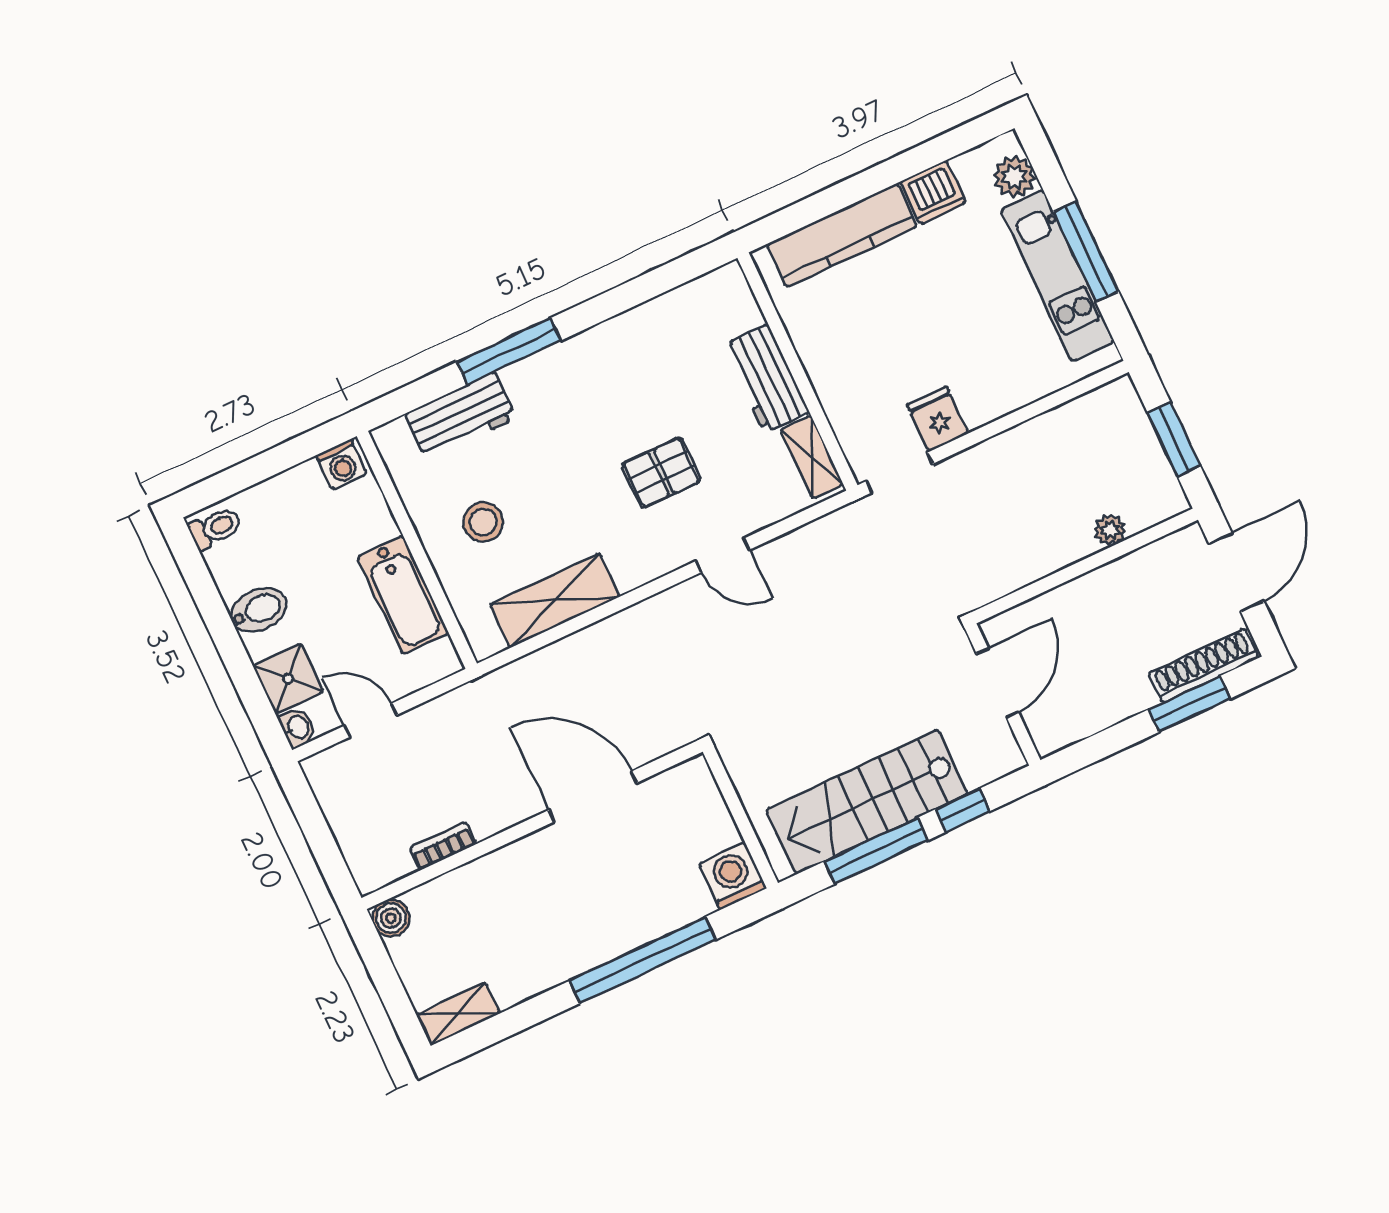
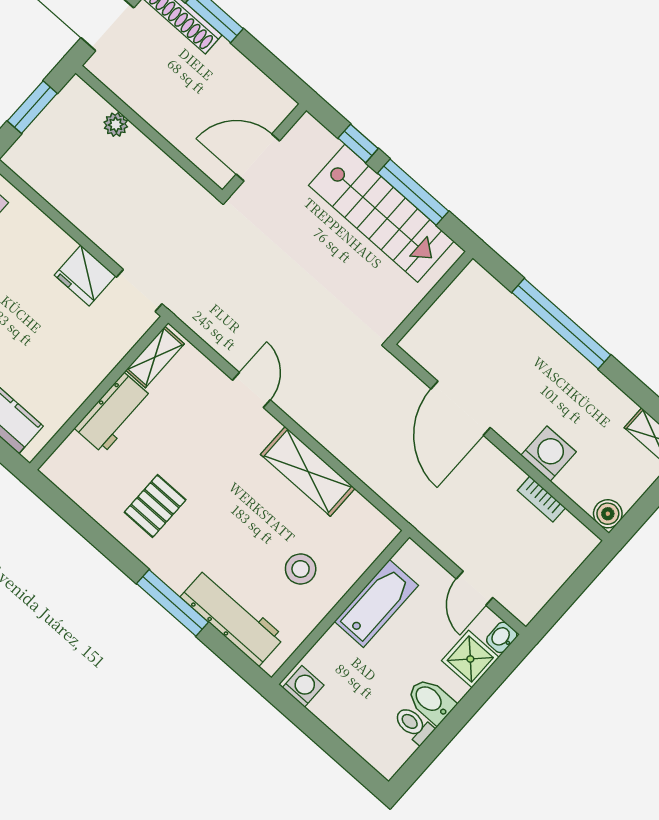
workbench: (461, 416) -> (232, 617), width x1.38
fridge: (938, 419) -> (85, 275), width x1.38
pallet: (661, 473) -> (155, 506), moved, turned 90
toilet: (215, 528) -> (414, 725), moved
shelving: (555, 600) -> (308, 471), moved
washing machine: (733, 876) -> (549, 454), moved, turned 180

